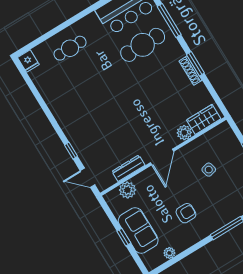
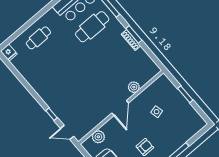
wardrobe: (204, 119) -> (147, 75), removed
dresser: (128, 168) -> (96, 120), removed

